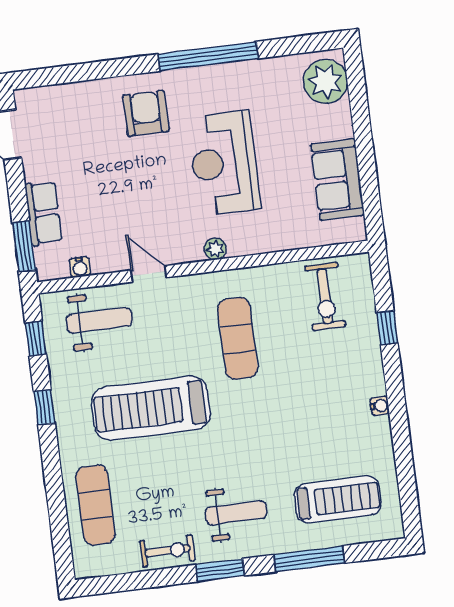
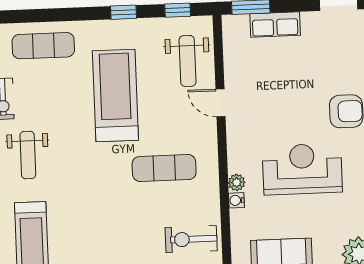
plant: (215, 249) -> (237, 182), moved
water cooler: (80, 267) -> (236, 200), moved
door: (149, 274) -> (221, 103), swing flipped

